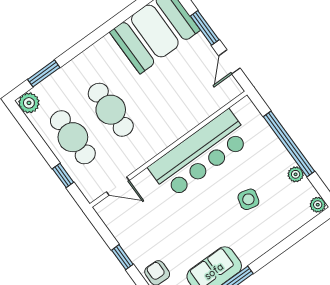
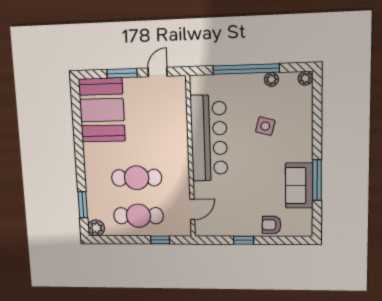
door: (229, 62) -> (158, 72), swing flipped

